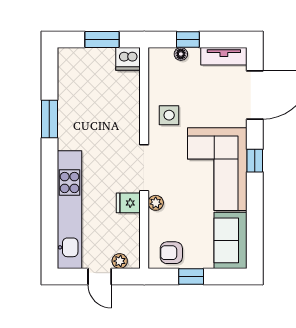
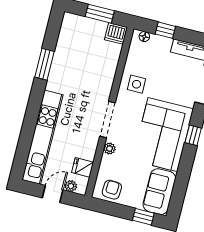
floor lamp: (181, 54) -> (144, 37), moved
fridge: (128, 203) -> (83, 167), moved
armchair: (171, 253) -> (112, 190), turned 93
door: (100, 276) -> (53, 194), swing flipped
window: (191, 276) -> (143, 217), moved

